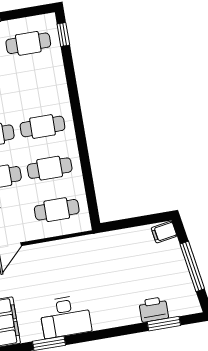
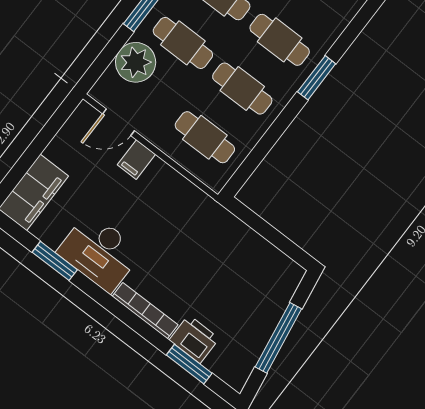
window: (79, 126) -> (317, 78), added
filing cabinet: (164, 232) -> (136, 160), moved, turned -81
bookcase: (116, 321) -> (145, 311), added

